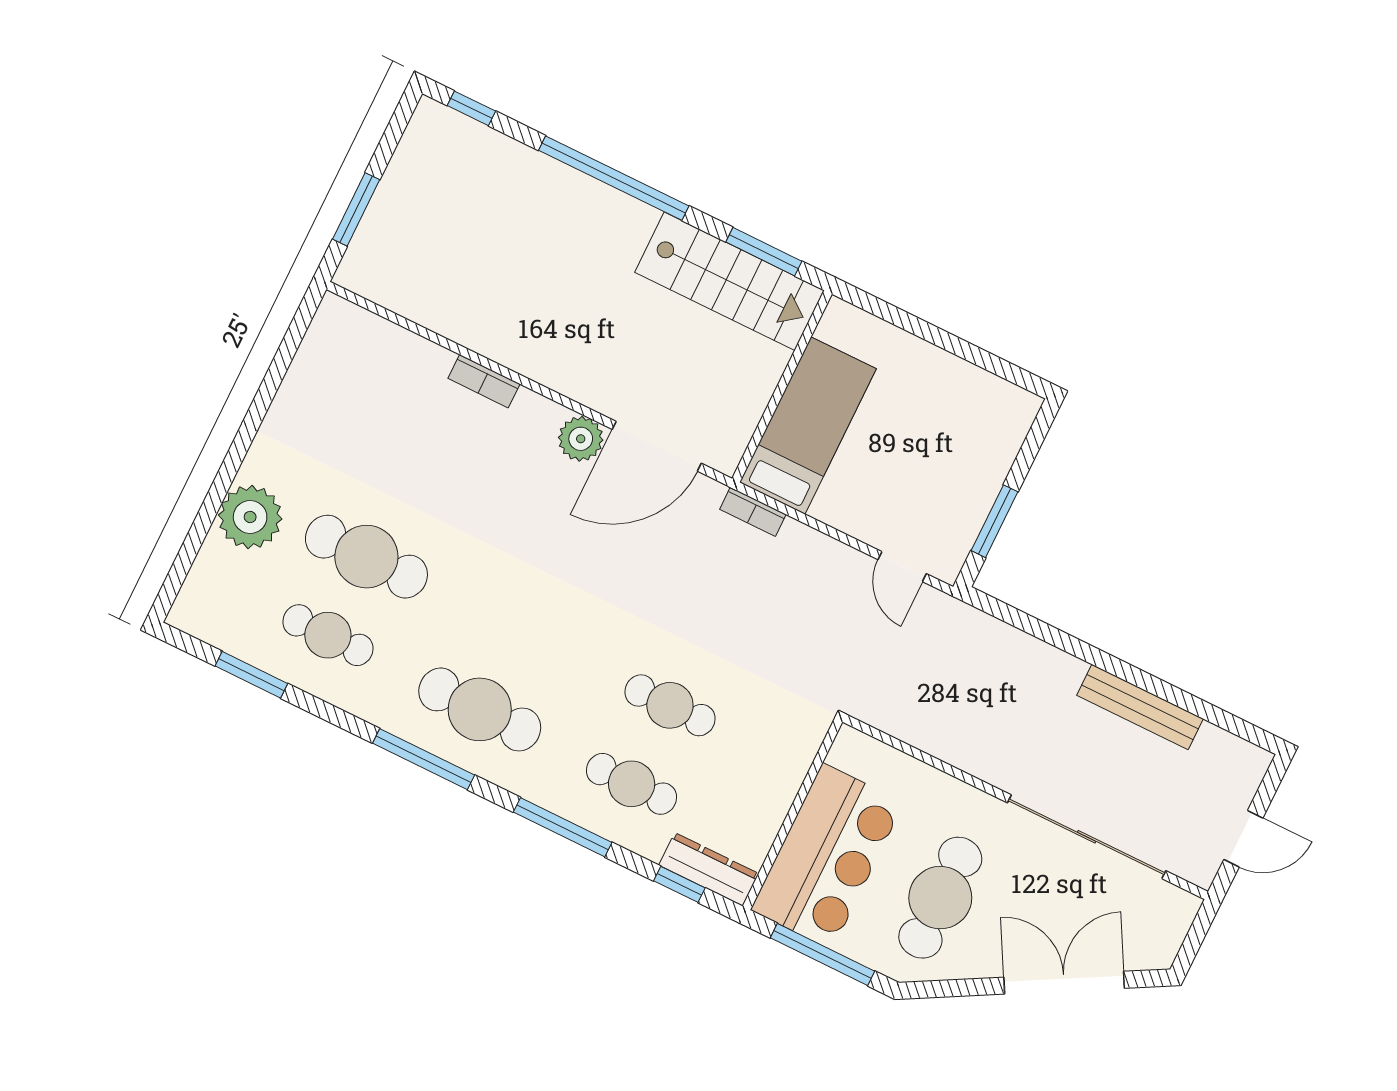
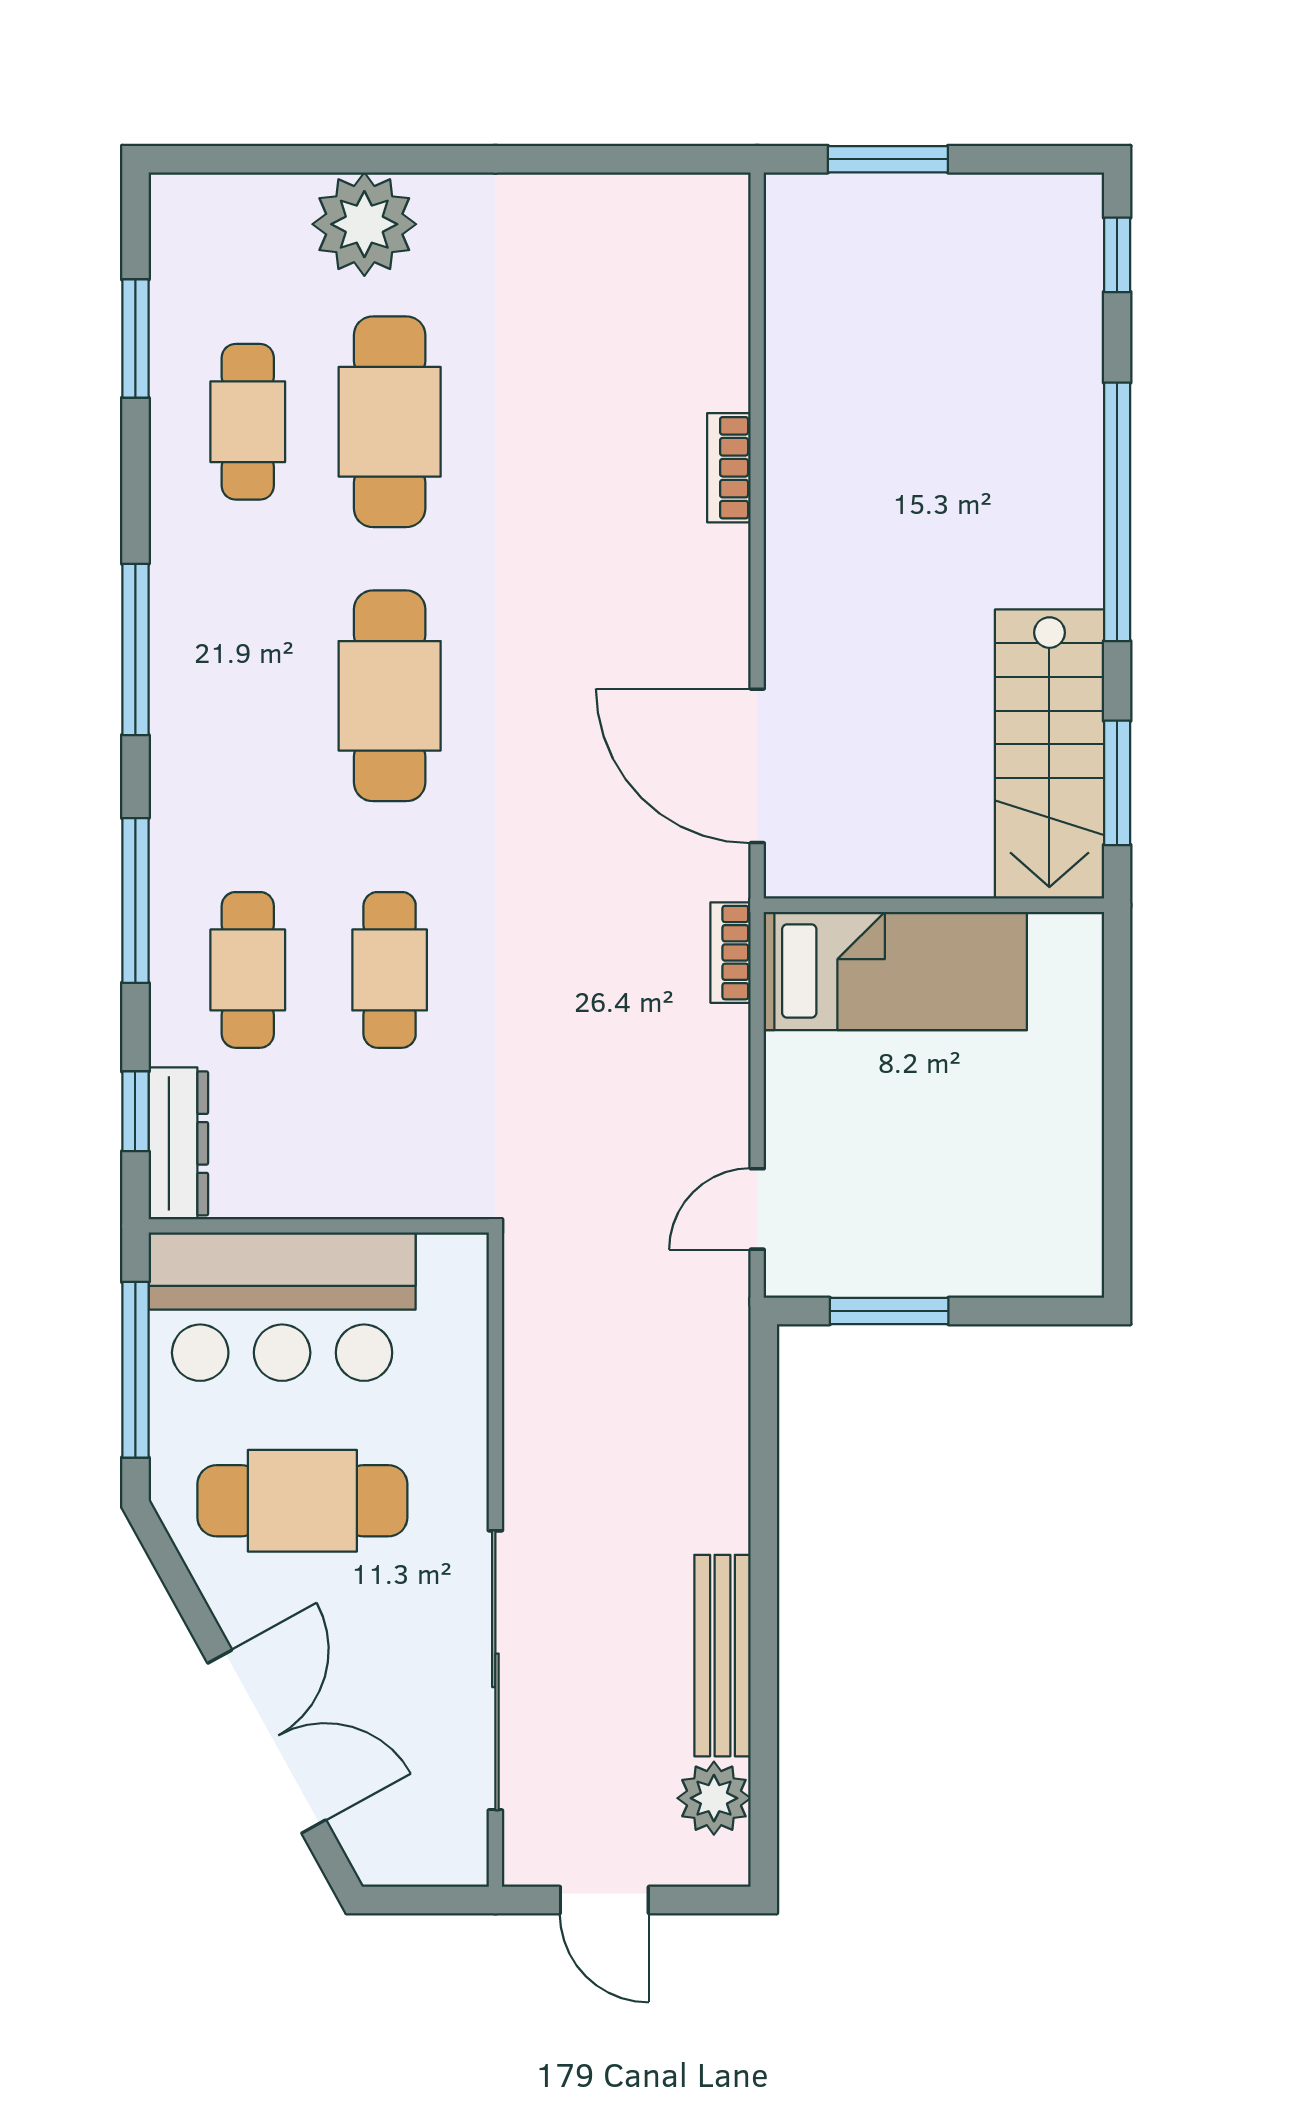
plant: (581, 439) -> (714, 1798), moved
cafe table: (480, 709) -> (390, 696), moved

